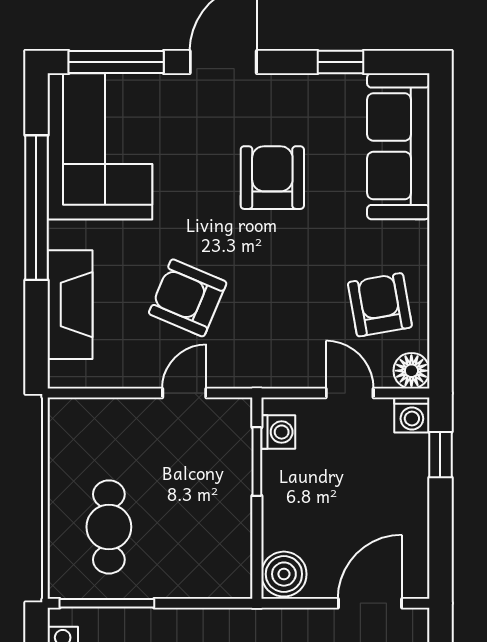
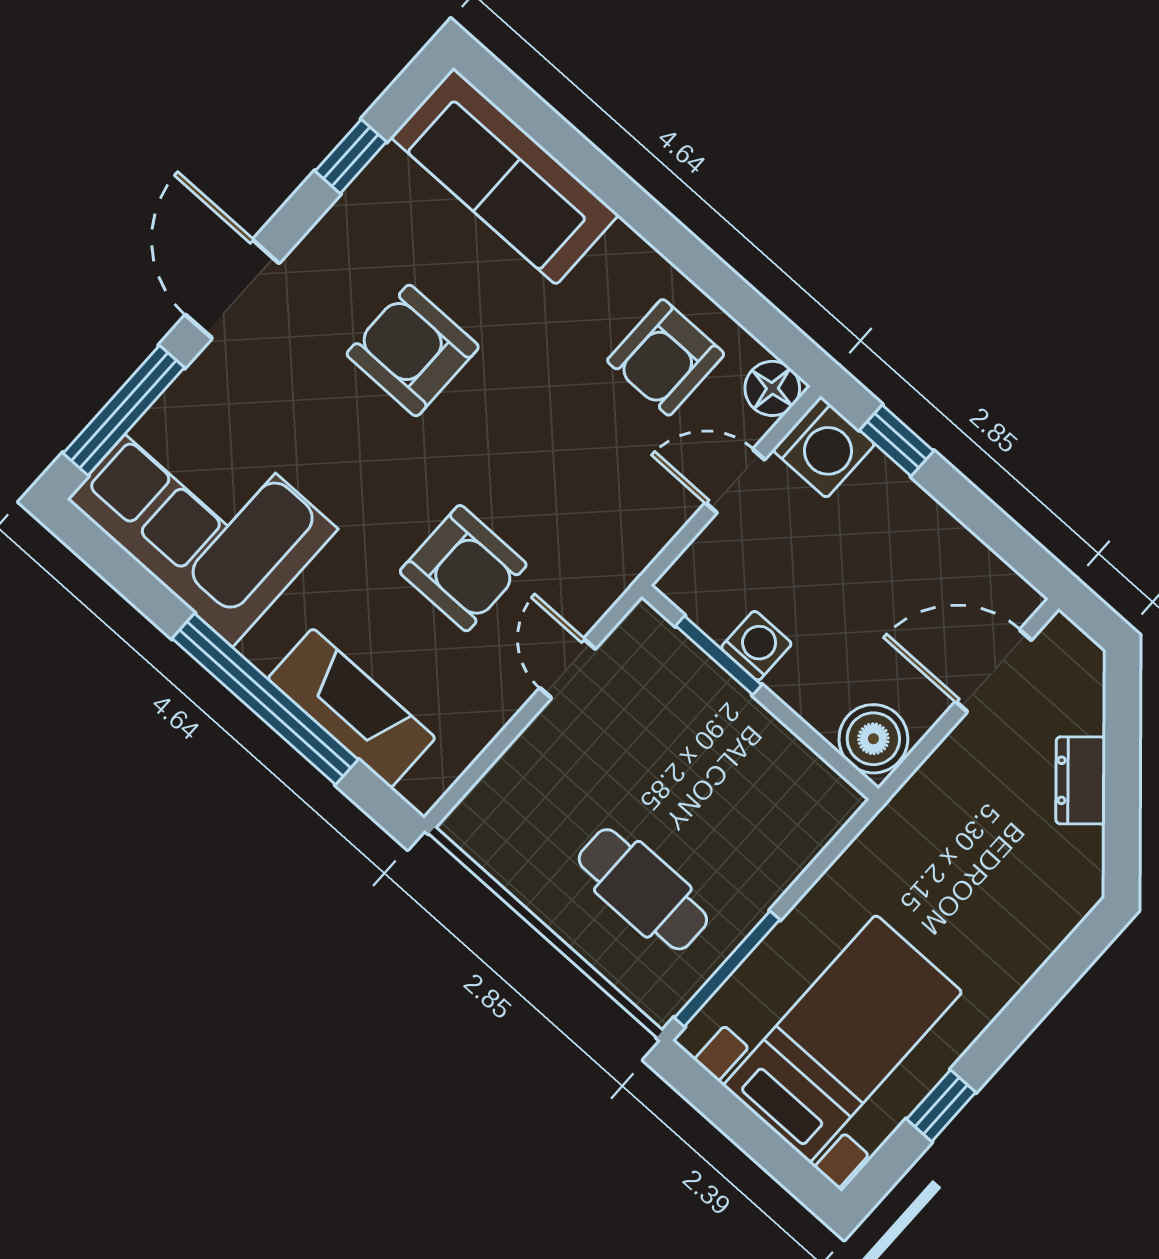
window: (36, 208) -> (265, 699), moved
armchair: (188, 298) -> (463, 568), turned -113
armchair: (380, 305) -> (666, 357), turned -80
washing machine: (412, 415) -> (824, 447), width x1.38, depth x1.38
washing machine: (278, 432) -> (756, 646), moved
door: (370, 603) -> (994, 671), hinge flipped

